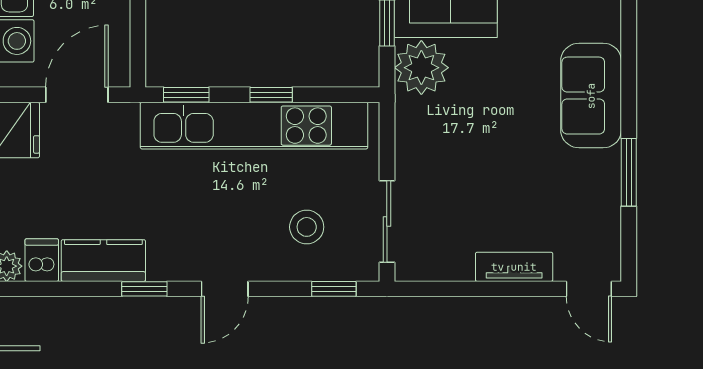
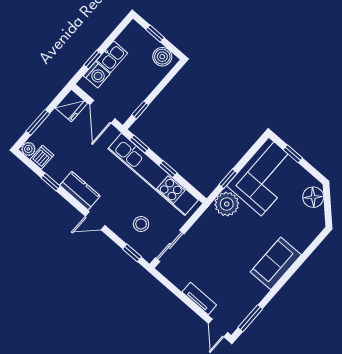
window: (138, 36) -> (140, 110), added
door: (77, 95) -> (102, 112), swing flipped
window: (629, 172) -> (250, 318), moved
kitchen counter: (103, 261) -> (80, 191), moved
window: (144, 289) -> (51, 182), moved

